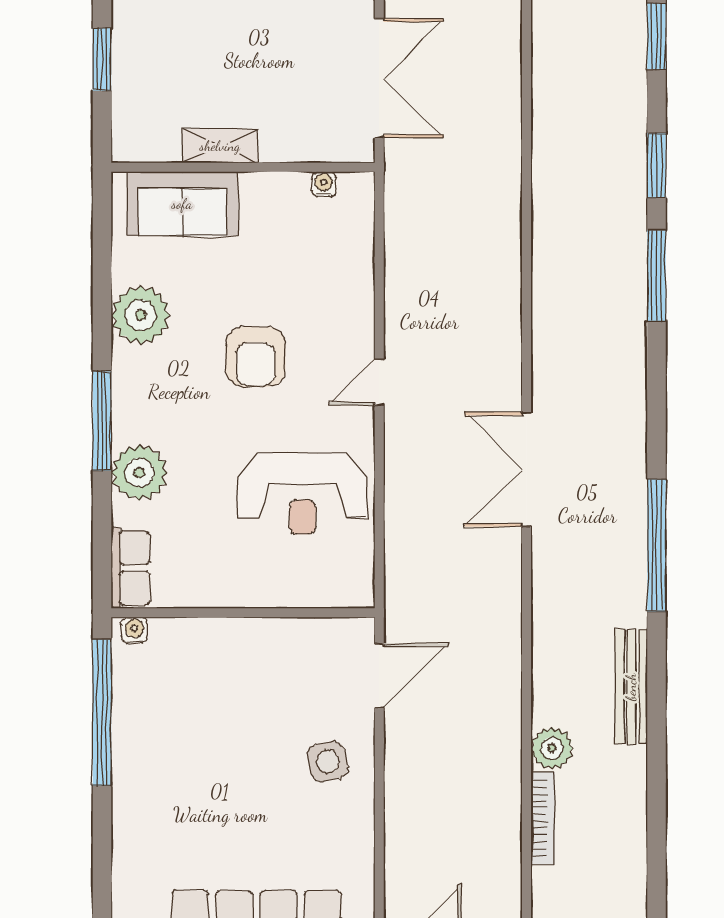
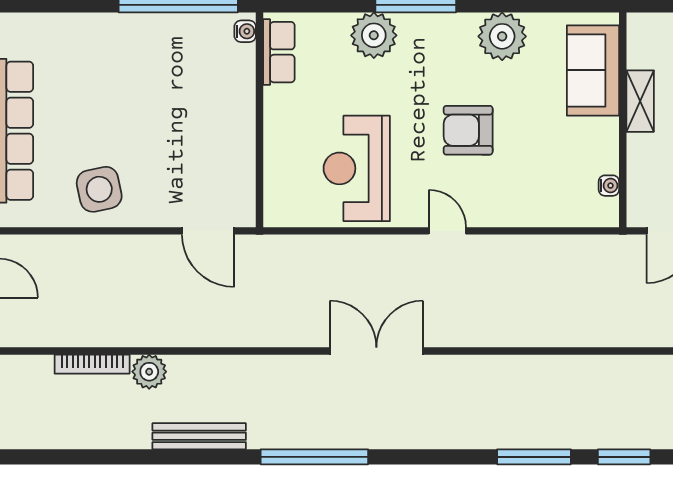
row of seats: (130, 568) -> (279, 52), moved, turned -90
side table: (328, 761) -> (99, 189), moved, width x1.37, depth x1.37

